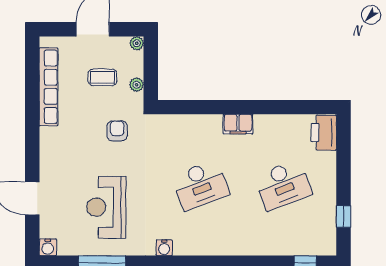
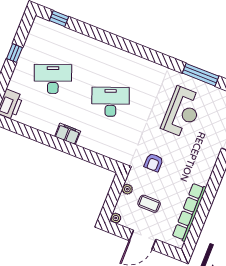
window: (344, 216) -> (14, 53), moved
water cooler: (164, 248) -> (153, 68), removed

